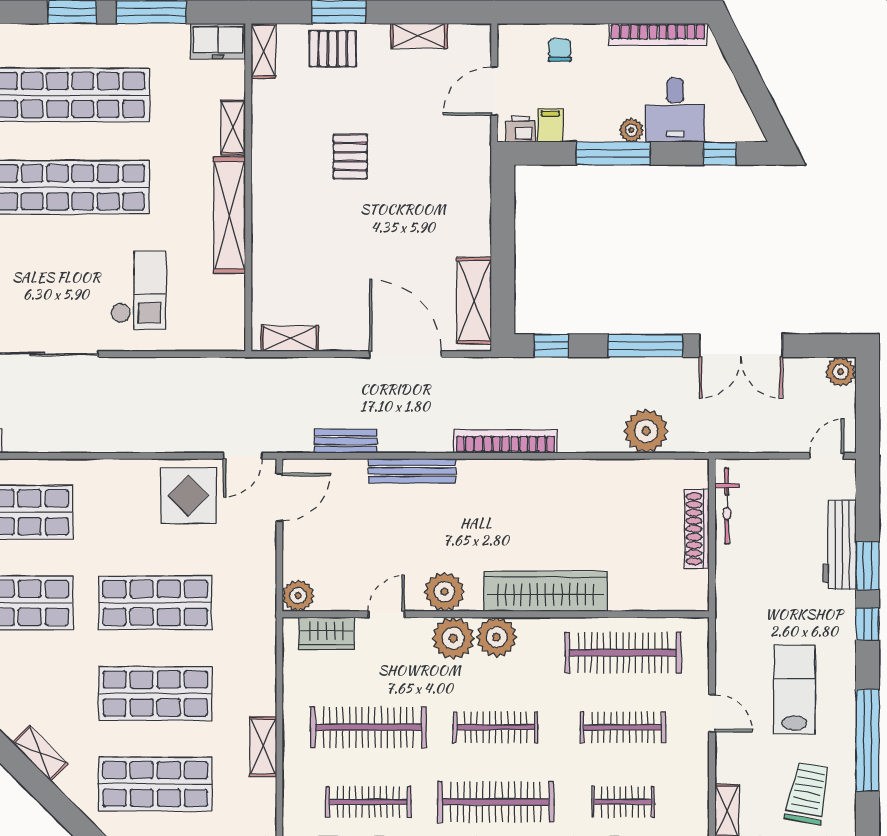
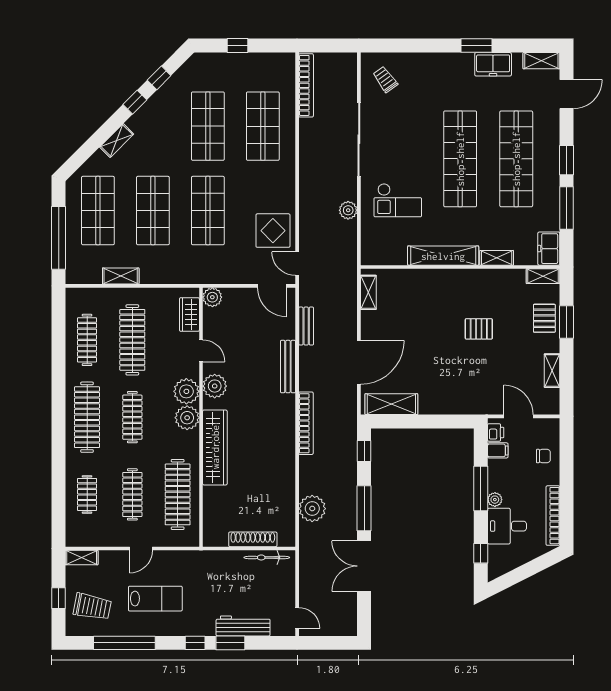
plant: (841, 372) -> (348, 210), moved

